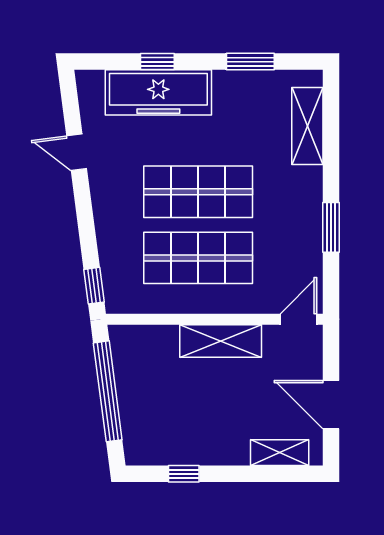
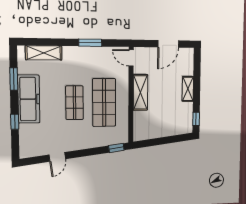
freezer: (158, 92) -> (29, 99), moved
shop shelf: (198, 192) -> (74, 103), width x0.70, depth x0.74
window: (108, 391) -> (161, 141), removed
shelving: (280, 453) -> (188, 89), moved
window: (184, 474) -> (196, 119), moved

